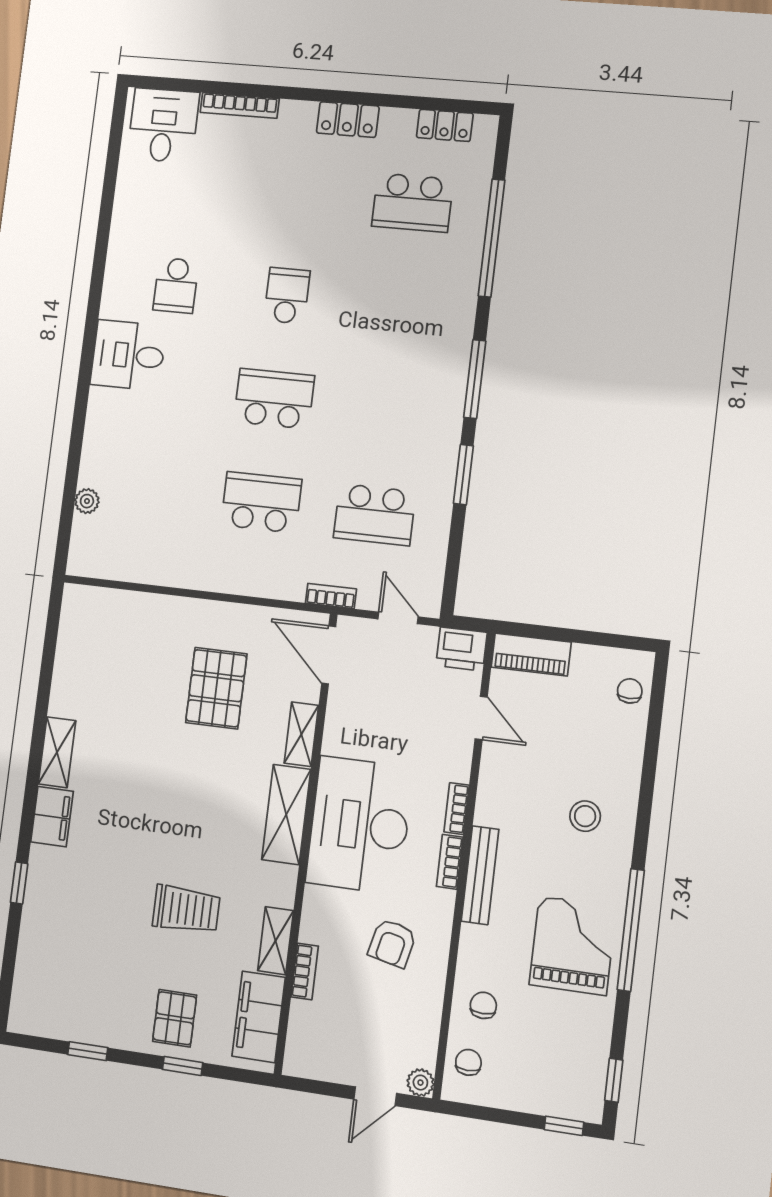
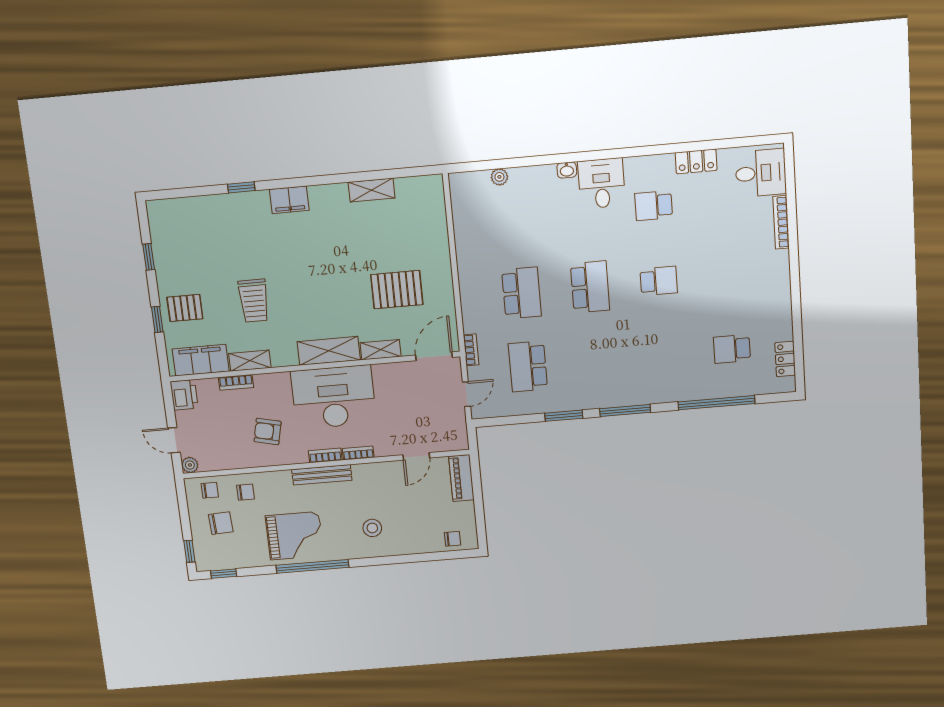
locker: (348, 120) -> (696, 161), moved, turned -90
school desk: (412, 203) -> (732, 349), width x0.54
washbasin: (99, 402) -> (567, 170), added
printer: (461, 649) -> (184, 395), moved, turned 180
shelving: (57, 752) -> (371, 190), moved
chair: (527, 1060) -> (221, 523), added

